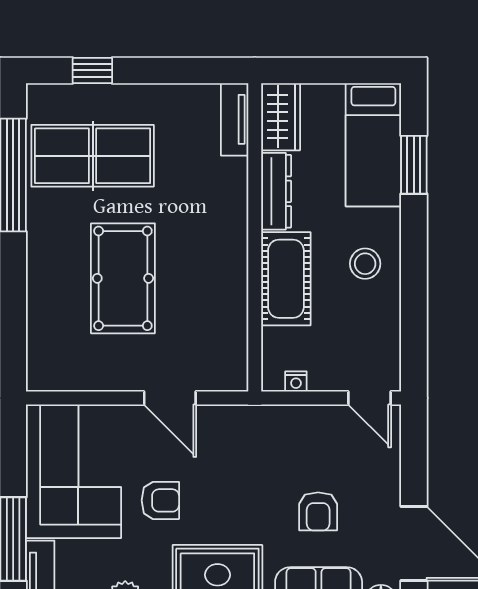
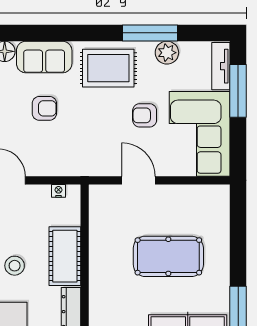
pool table: (123, 278) -> (168, 256), turned 90
armchair: (318, 511) -> (44, 108), turned 90

